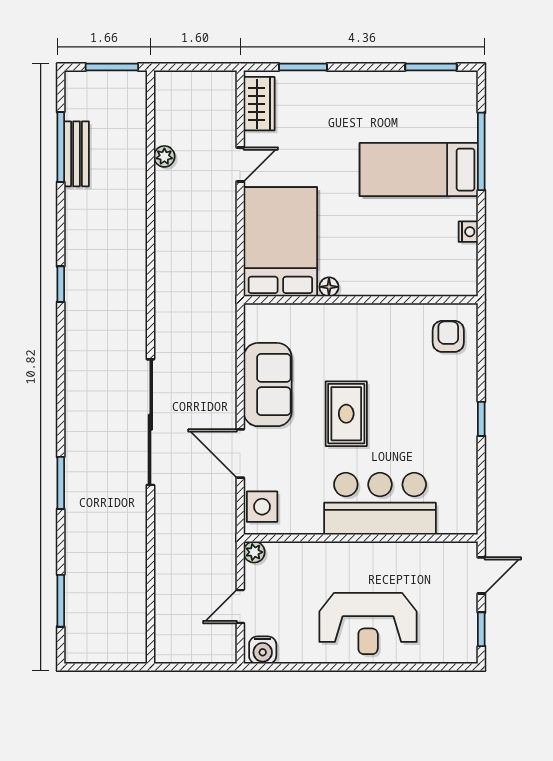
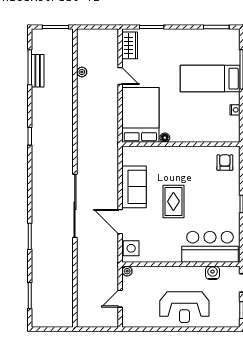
door: (240, 165) -> (120, 76), hinge flipped
bar counter: (380, 504) -> (210, 247), moved
water cooler: (263, 650) -> (213, 273), moved, turned 180

